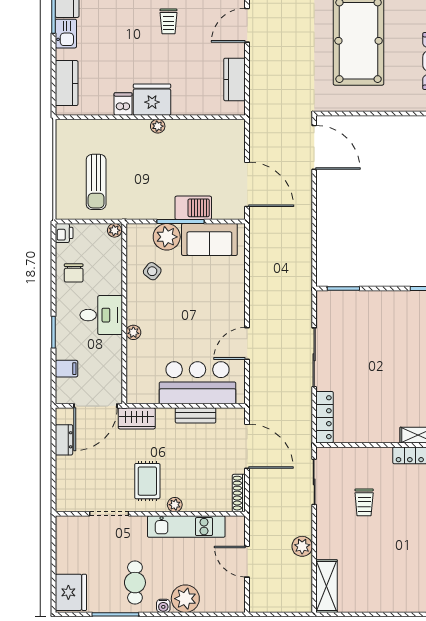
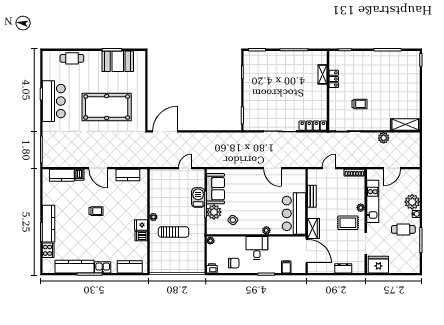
fridge: (152, 100) -> (141, 225), width x0.53, depth x0.75
sun lounger: (96, 182) -> (174, 232), moved
door: (247, 184) -> (185, 168), width x0.53
bar counter: (198, 383) -> (294, 213), moved
dresser: (64, 440) -> (343, 268), moved
door: (247, 446) -> (329, 168), width x0.53
fridge: (71, 592) -> (378, 265), moved

